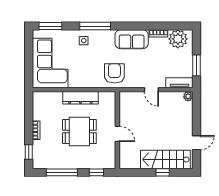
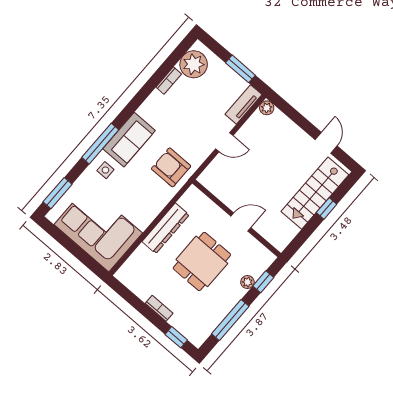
sofa: (132, 39) -> (129, 140), moved
plant: (89, 164) -> (247, 282), added

